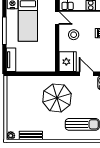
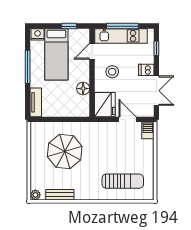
door: (57, 18) -> (92, 51), swing flipped
floor lamp: (50, 48) -> (83, 89), added
parasol: (57, 98) -> (65, 152), moved

